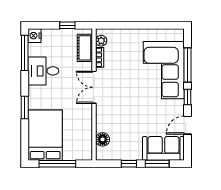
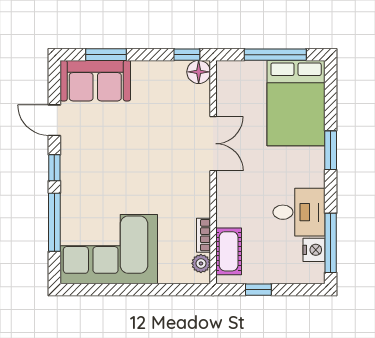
nightstand: (35, 36) -> (314, 250), moved
corner sofa: (164, 70) -> (109, 249), moved, turned -90
double door: (94, 87) -> (213, 144), moved
door: (188, 125) -> (54, 120), swing flipped
floor lamp: (103, 139) -> (199, 72), moved
window: (129, 164) -> (187, 55), moved

